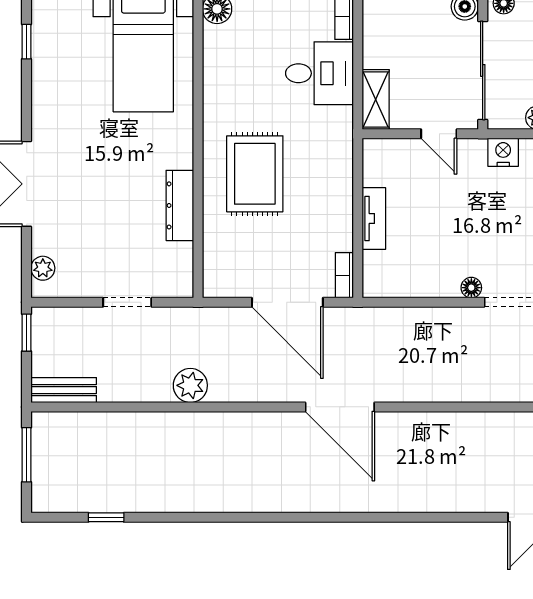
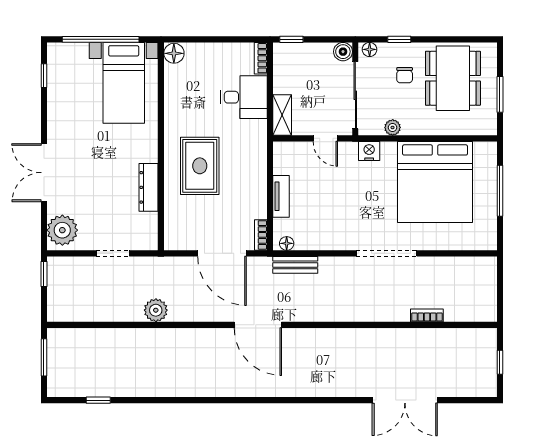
plant: (43, 268) -> (62, 230), width x1.87, depth x1.87
floor lamp: (471, 288) -> (287, 243), moved
bench: (64, 390) -> (295, 265), moved

